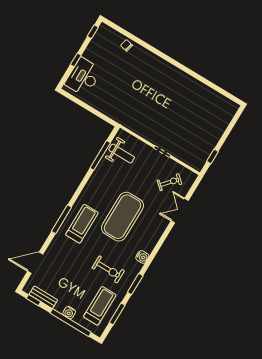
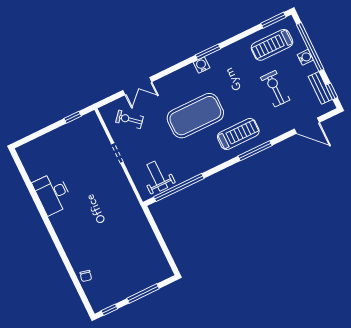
window: (76, 60) -> (143, 293), width x2.17
desk: (83, 77) -> (53, 193), moved, turned 90
window: (100, 155) -> (179, 188), width x1.46
treadmill: (82, 224) -> (238, 134), turned 180
exercise bike: (108, 269) -> (275, 89), moved
window: (135, 284) -> (208, 52), moved
window: (117, 314) -> (273, 20), moved

